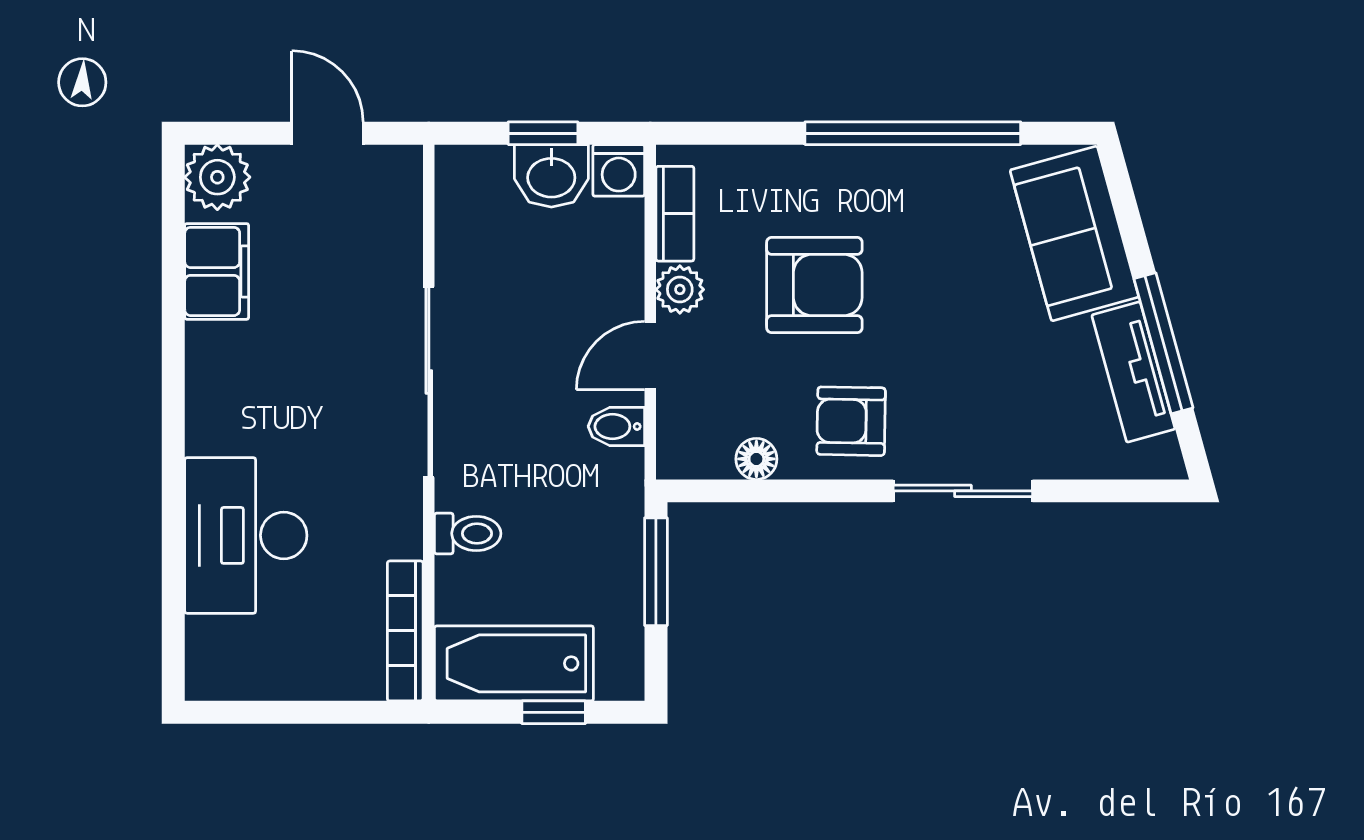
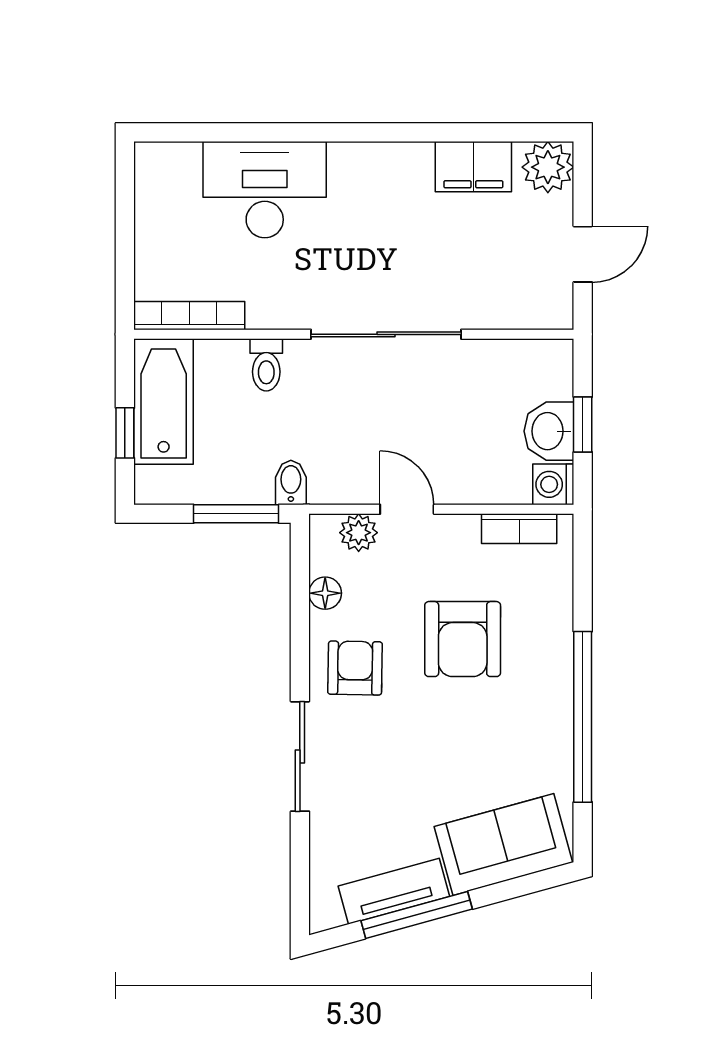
plant: (680, 289) -> (359, 533), moved
bidet: (616, 426) -> (291, 483), moved

